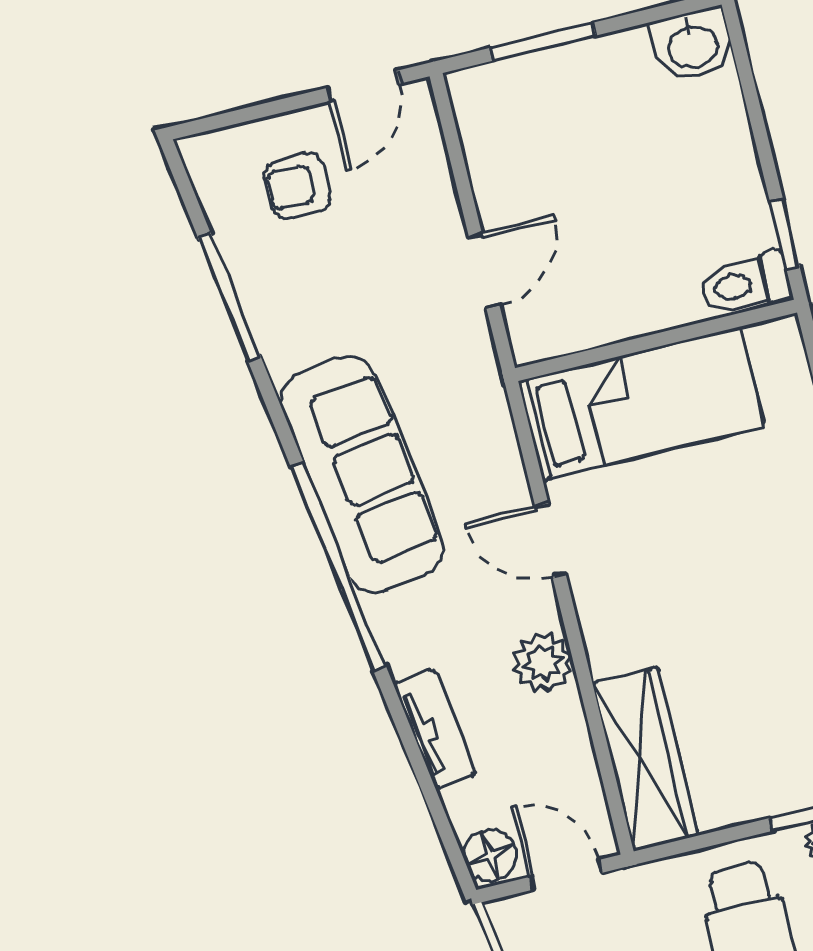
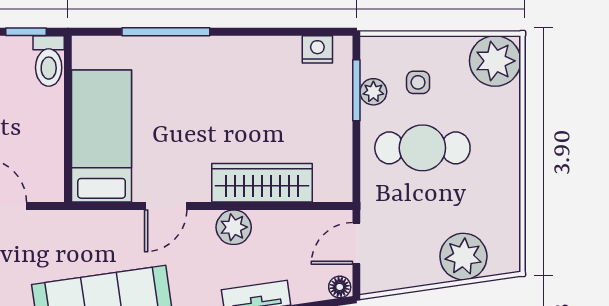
wardrobe: (645, 759) -> (262, 183), moved
floor lamp: (490, 856) -> (340, 287), width x0.73, depth x0.73

